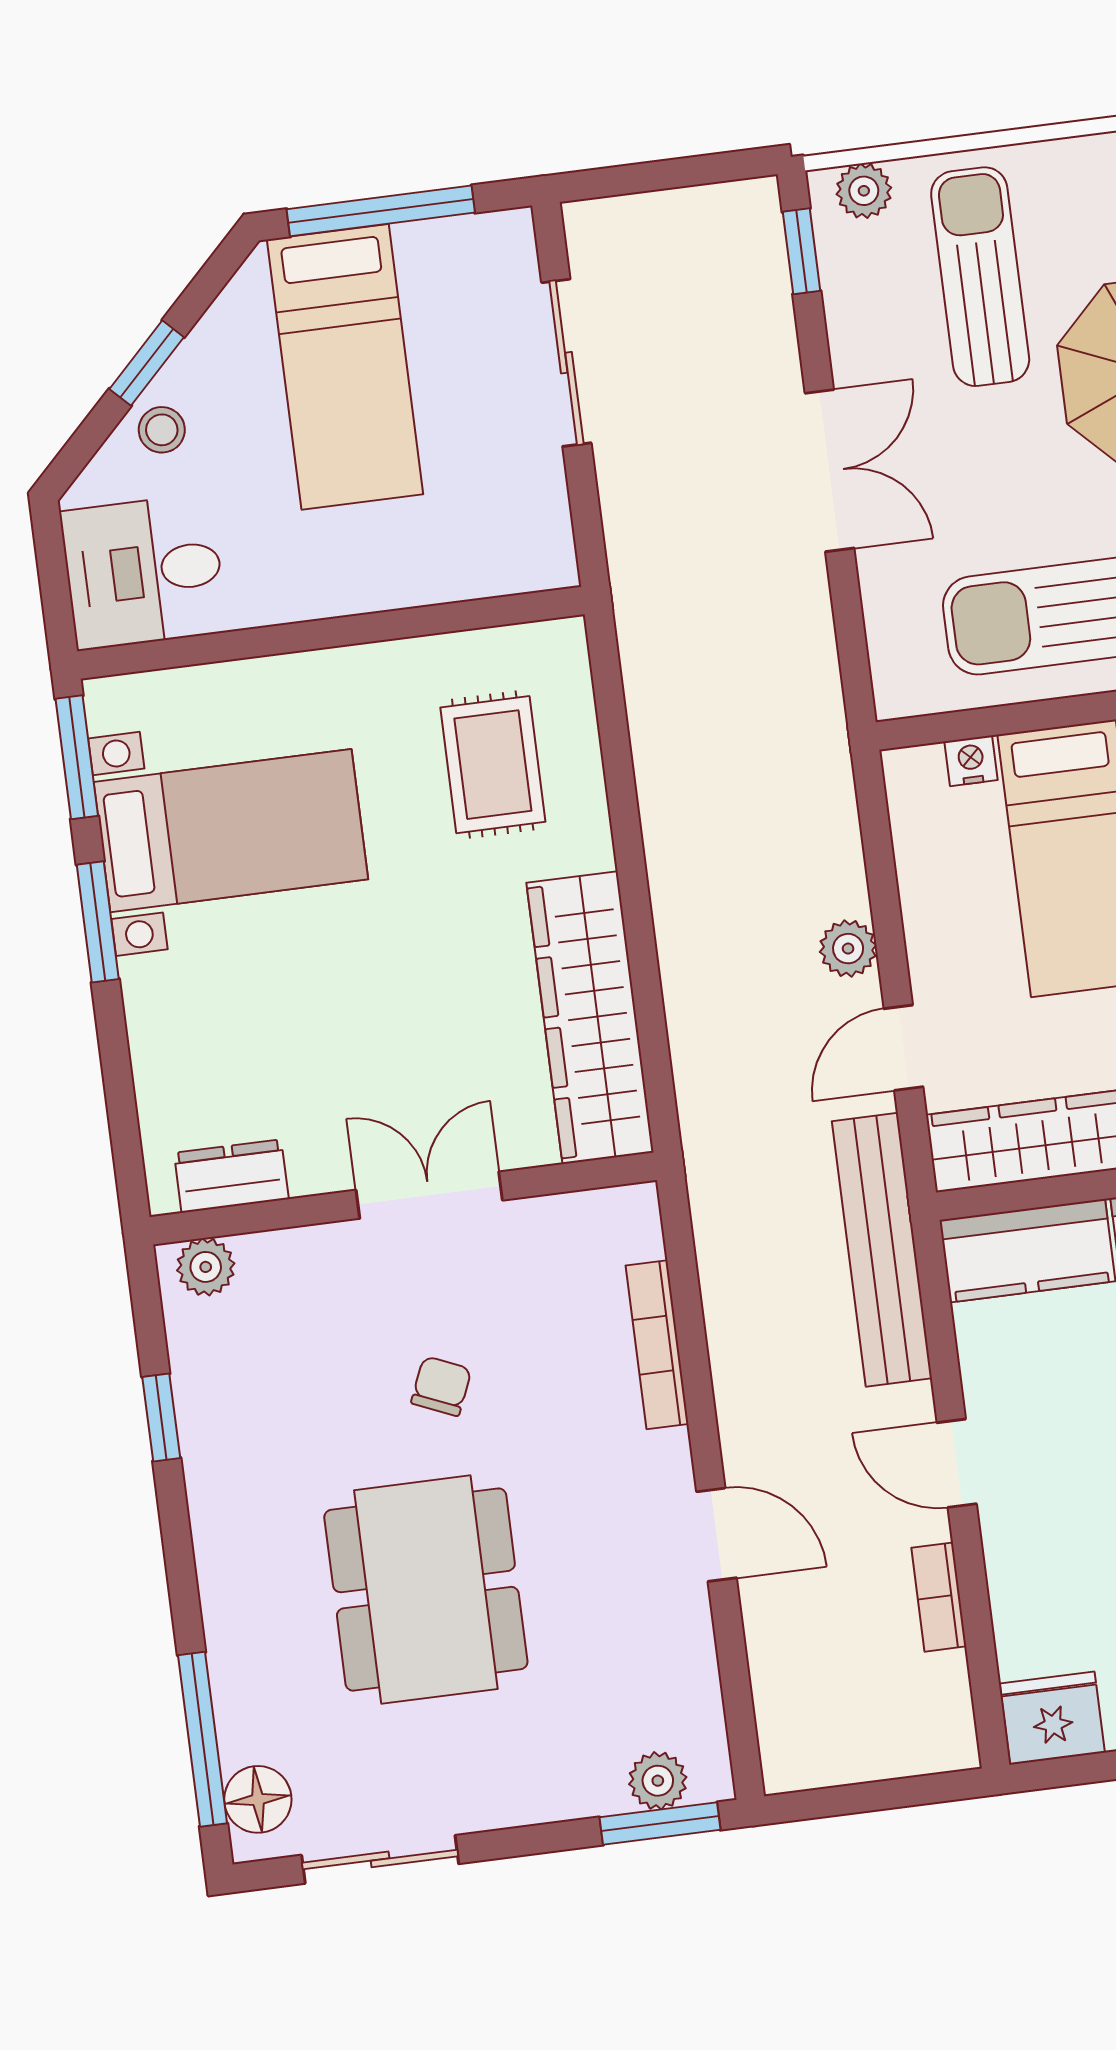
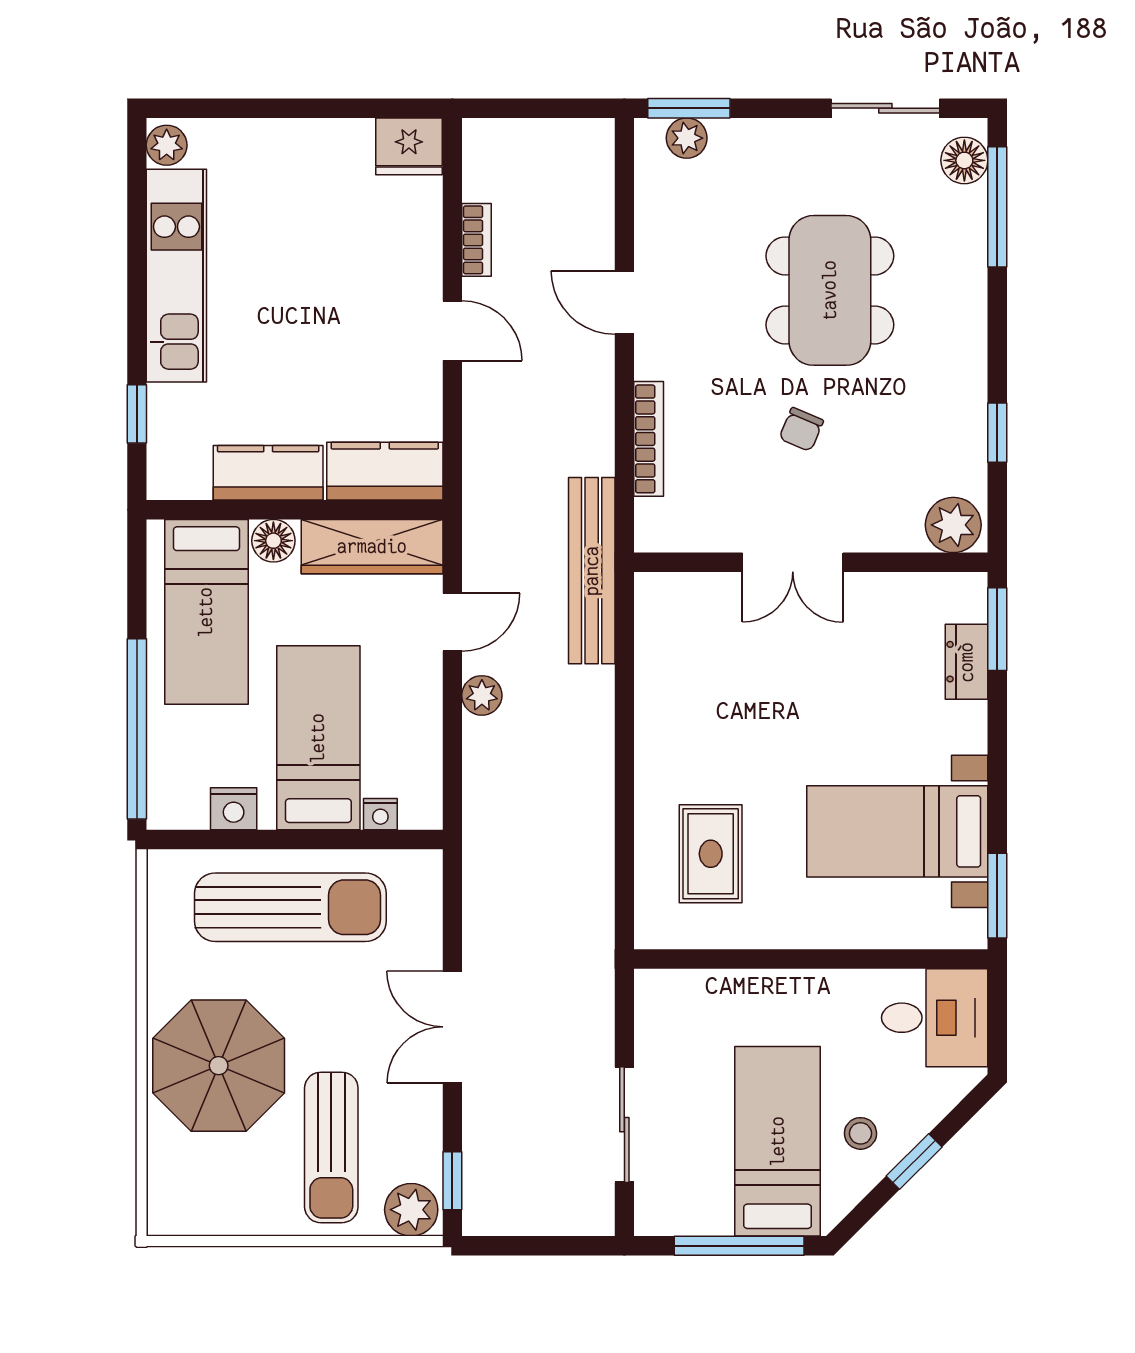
plant: (864, 191) -> (411, 1210), width x1.38, depth x1.38
stool: (162, 430) -> (861, 1133), moved
window: (98, 922) -> (997, 629), moved
wardrobe: (590, 1018) -> (666, 671), removed
dresser: (231, 1176) -> (967, 662), moved, turned 90
bench: (882, 1250) -> (592, 571), moved
plant: (206, 1267) -> (953, 525), width x1.38, depth x1.38

